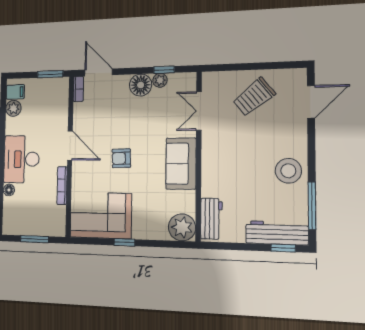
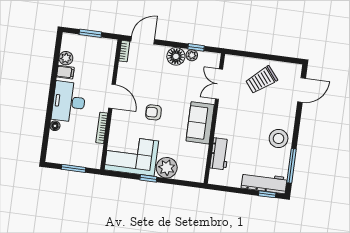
door: (99, 72) -> (143, 40), hinge flipped
window: (50, 74) -> (90, 33), moved
filing cabinet: (15, 92) -> (65, 72), moved
workbench: (211, 219) -> (220, 154), moved
plant: (182, 227) -> (167, 168), moved

